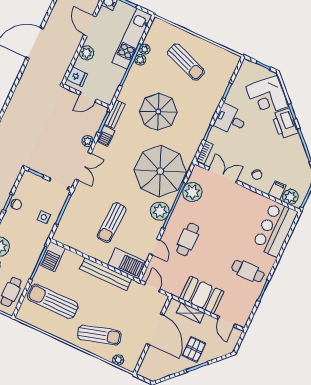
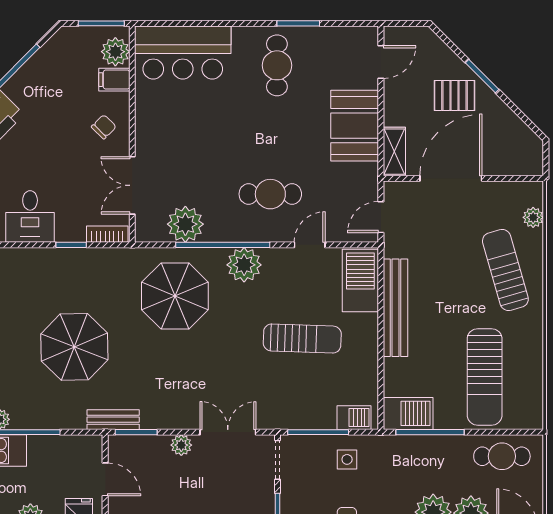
barbecue: (106, 136) -> (354, 418), moved
parasol: (160, 171) -> (175, 296), width x0.73, depth x0.73
shelving: (191, 313) -> (394, 152), moved

